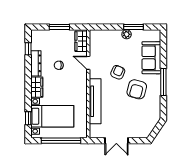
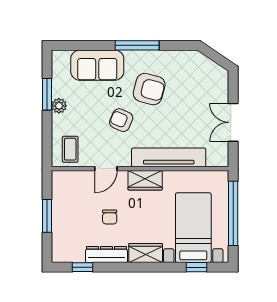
wardrobe: (81, 41) -> (145, 180), moved
coffee table: (100, 41) -> (70, 149), added
double door: (116, 141) -> (233, 122), swing flipped

